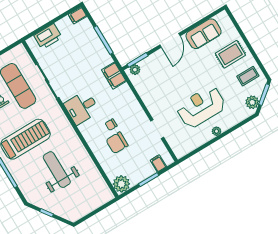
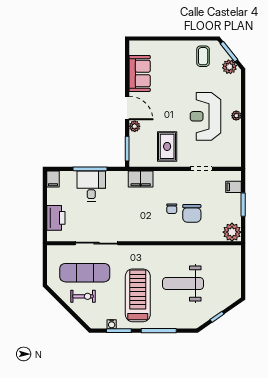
rug: (230, 54) -> (167, 146), moved
plant: (135, 70) -> (135, 126), moved
filing cabinet: (114, 76) -> (141, 179), moved
desk: (82, 108) -> (91, 186), moved, turned 180

